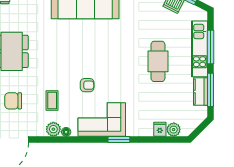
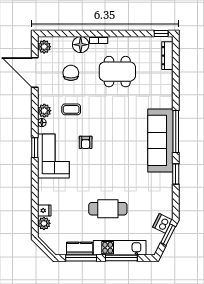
window: (119, 139) -> (35, 148), moved

